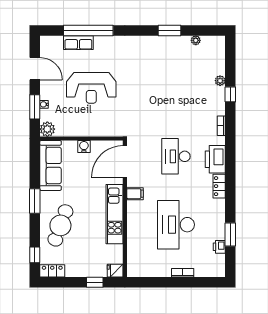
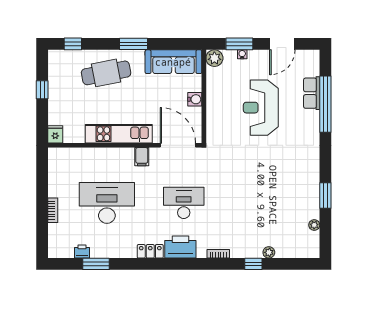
cafe table: (60, 225) -> (106, 73), turned -31
locker: (52, 271) -> (55, 64), removed
window: (95, 282) -> (42, 90), moved

